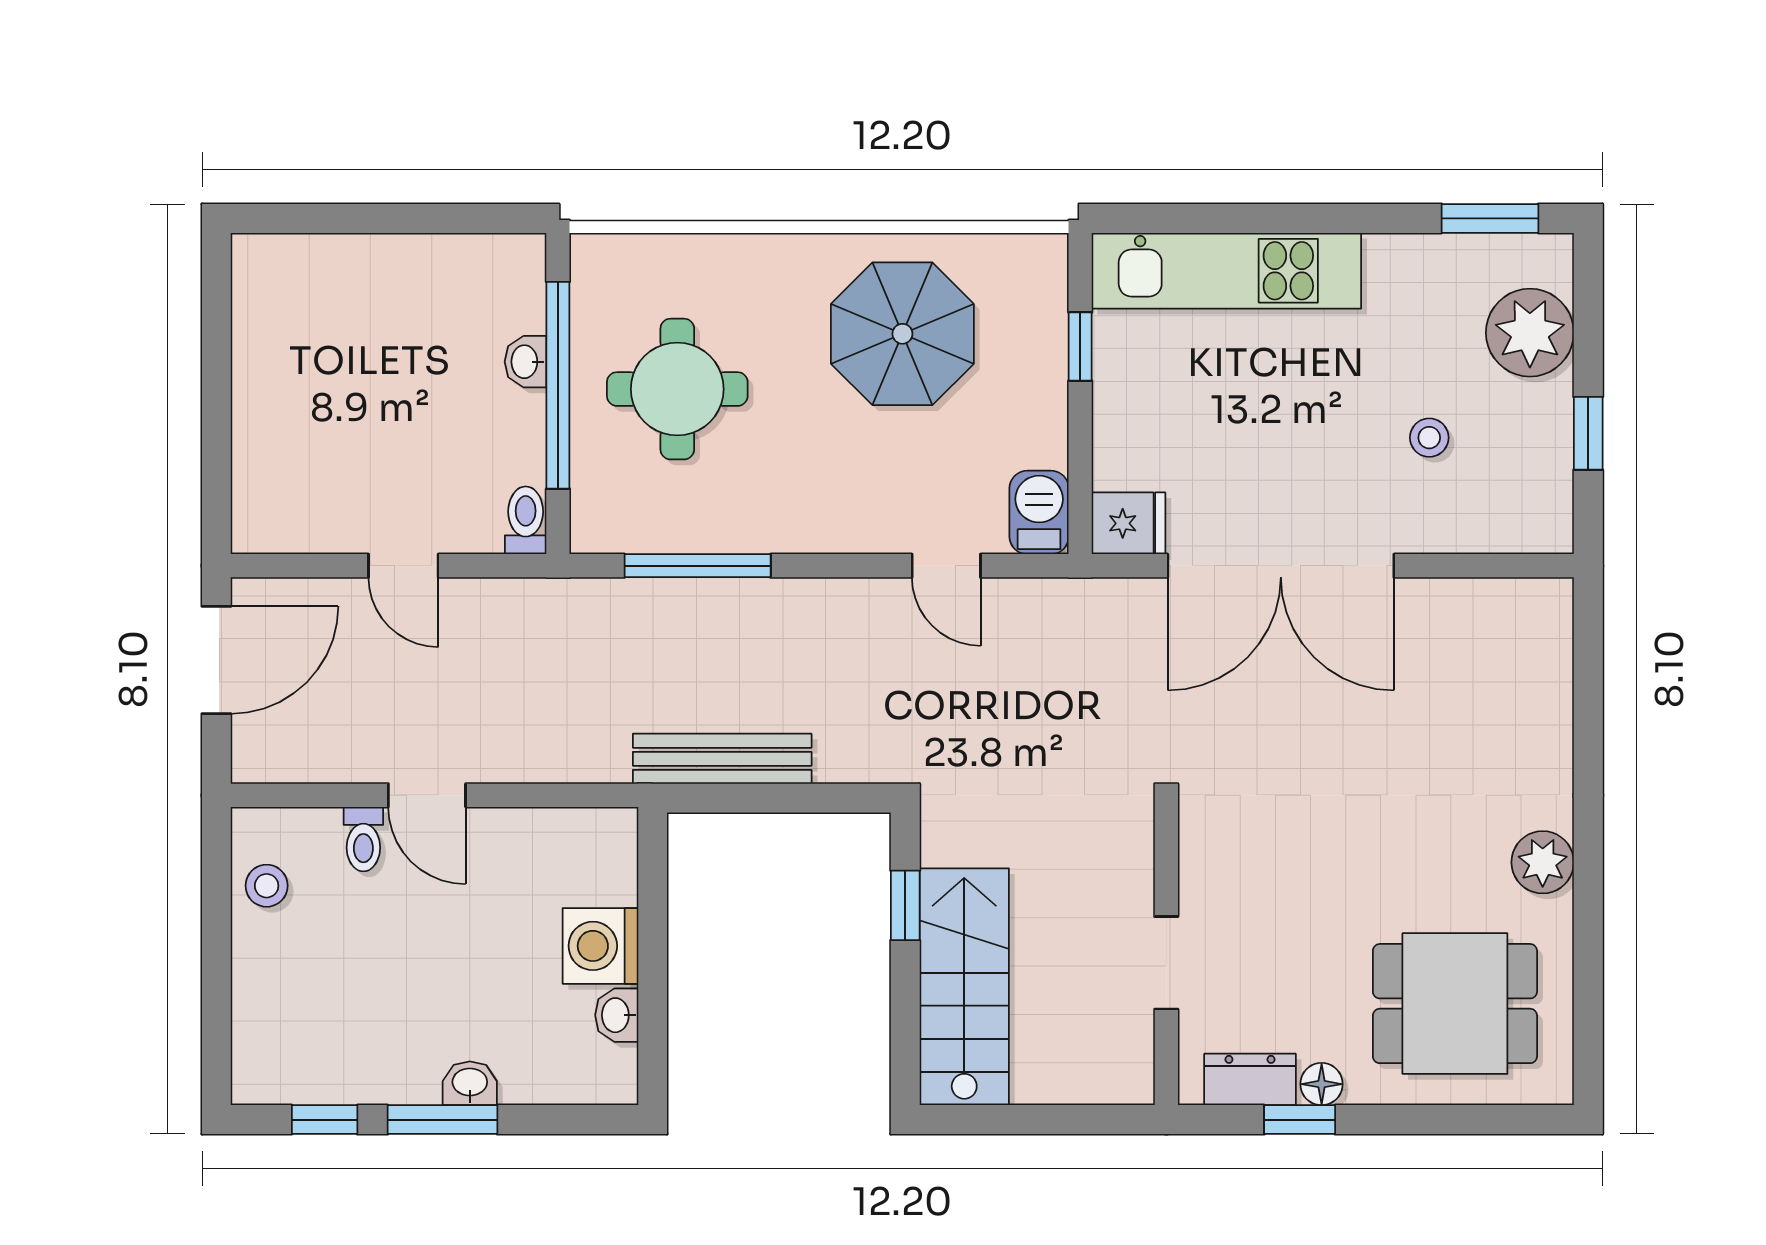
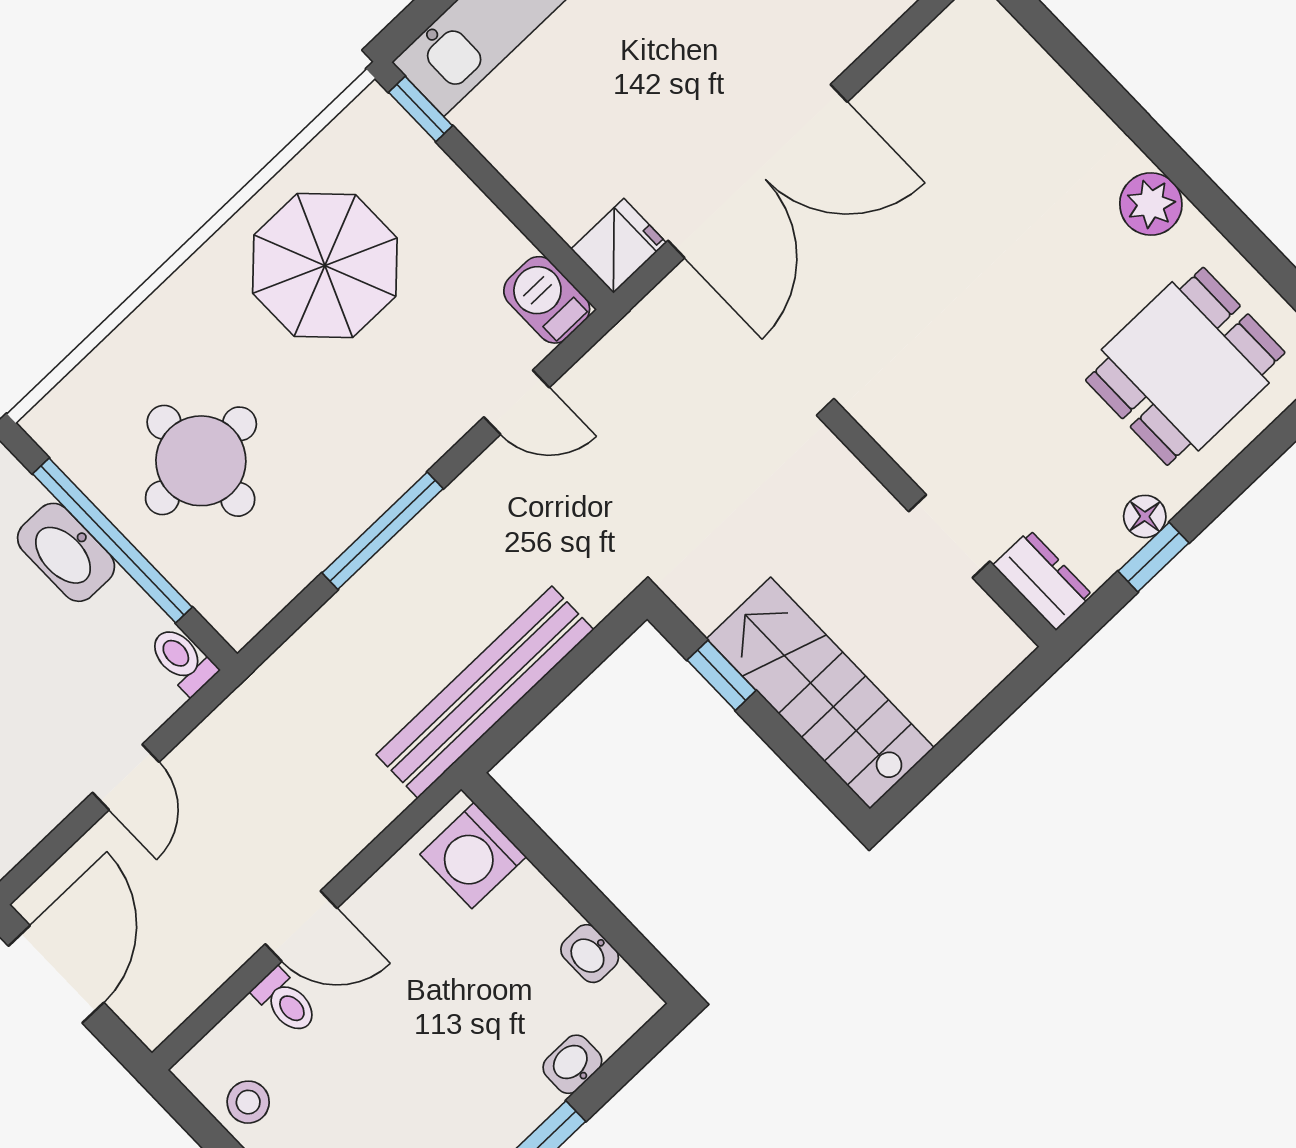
window: (1080, 347) -> (421, 109), moved
washbasin: (526, 362) -> (66, 552), width x1.91, depth x1.45
door: (403, 566) -> (126, 777), hinge flipped
window: (698, 566) -> (383, 531), moved
bench: (722, 759) -> (485, 692), width x1.37, depth x1.21
washing machine: (600, 946) -> (473, 855), moved
dresser: (1250, 1079) -> (1043, 580), moved, turned 90
washbasin: (470, 1083) -> (572, 1064), moved

